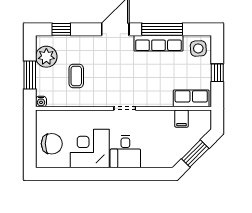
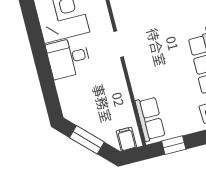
window: (217, 73) -> (174, 145), moved
filing cabinet: (182, 119) -> (126, 139), moved, turned 90

